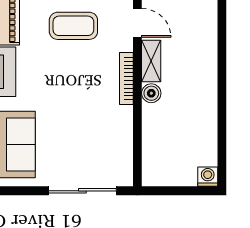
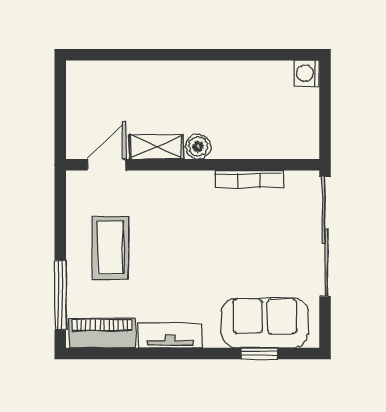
bookcase: (126, 79) -> (249, 179), moved
sliding door: (82, 191) -> (325, 236), width x1.36

